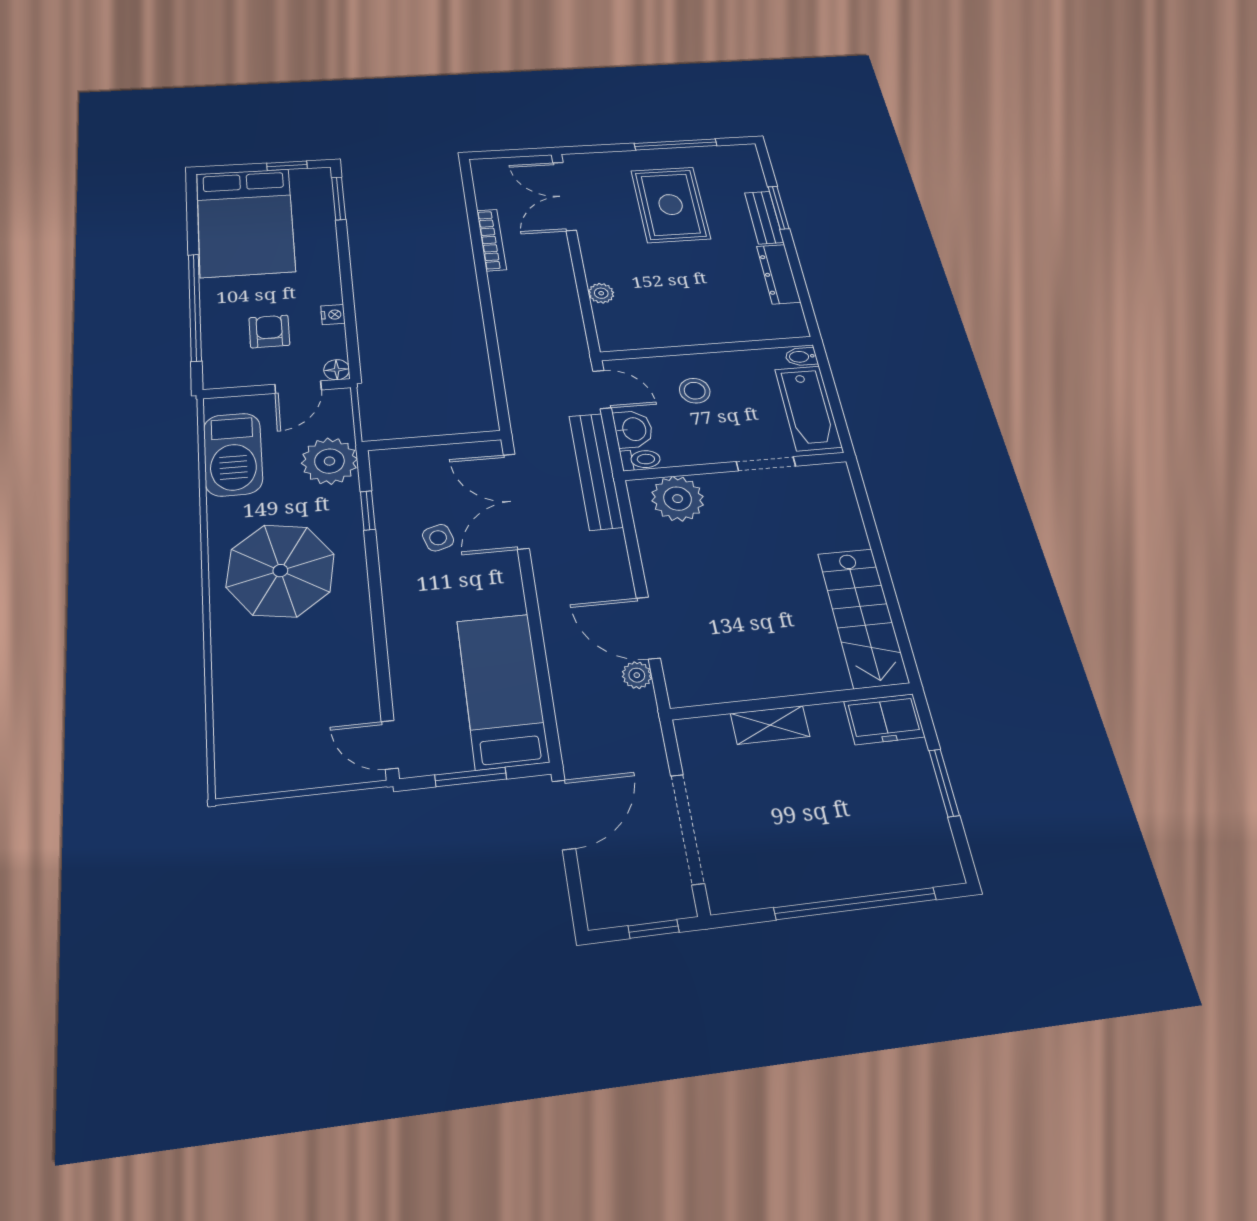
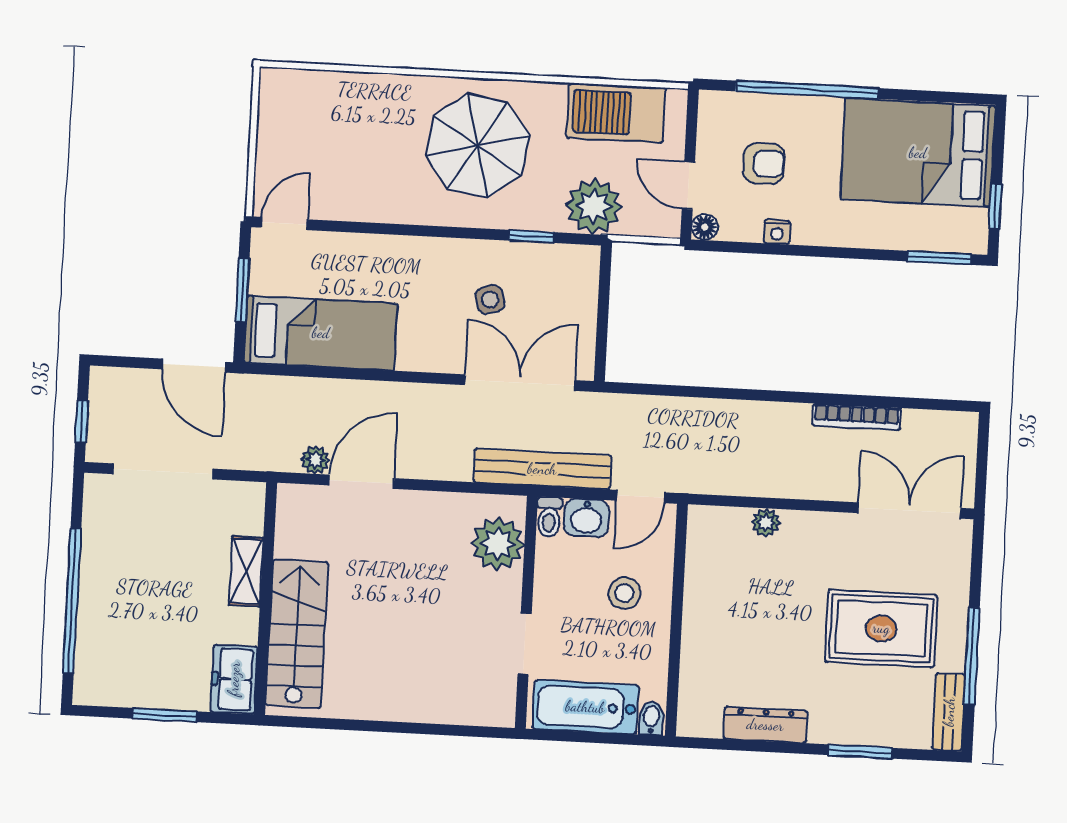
bench: (764, 218) -> (949, 712), moved, turned 90
stairs: (863, 617) -> (297, 634), moved, turned 90

